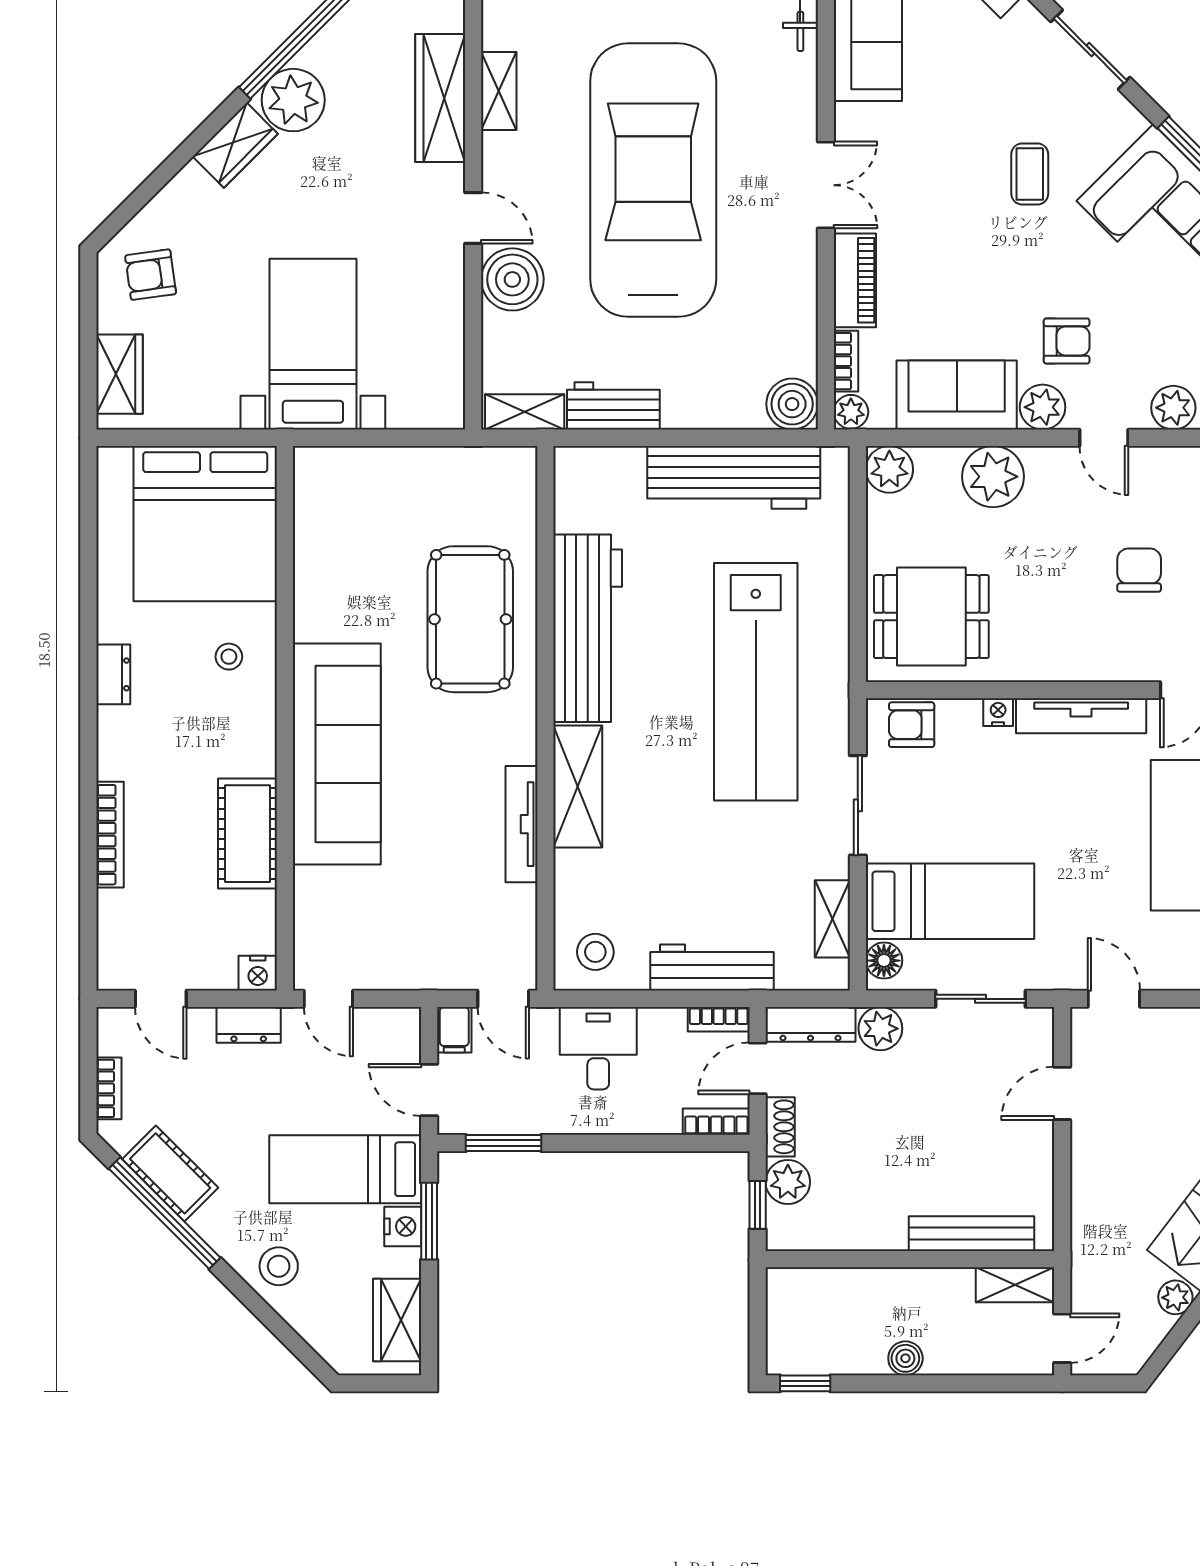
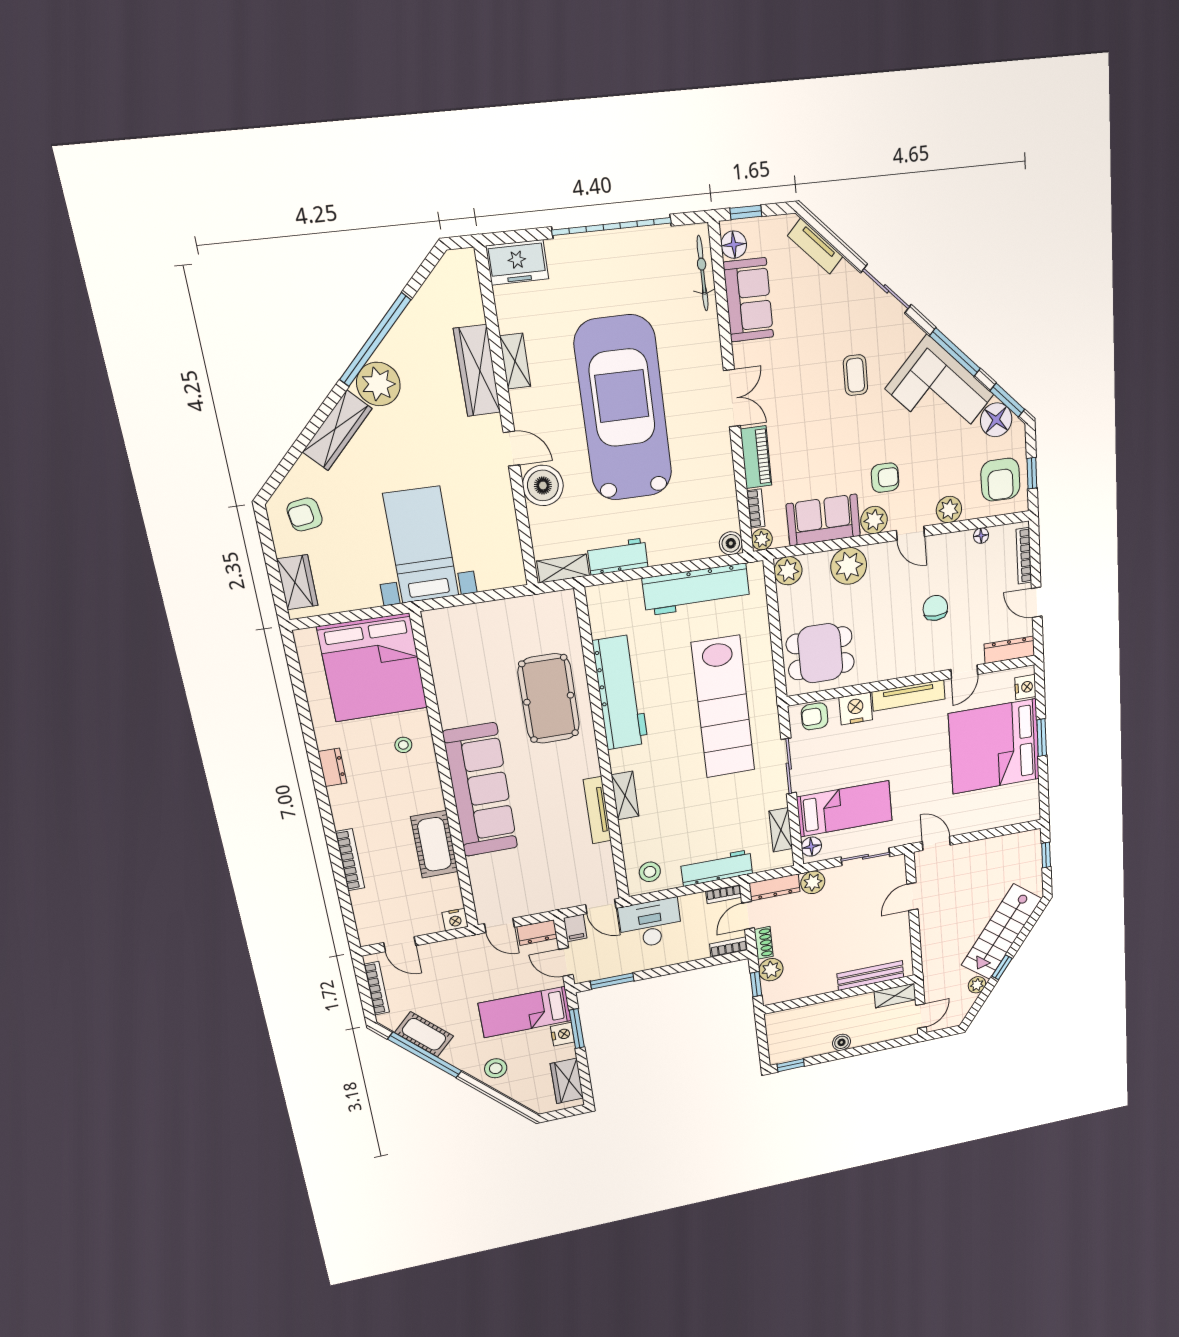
wardrobe: (235, 145) -> (337, 430), width x1.50
boiler: (792, 404) -> (731, 543), width x0.73, depth x0.73
nightstand: (998, 712) -> (856, 709), width x1.89, depth x1.79
shelving: (578, 787) -> (625, 796), width x0.67, depth x0.75
dresser: (249, 1025) -> (537, 933), moved
desk: (598, 1048) -> (650, 924), width x1.37
bookcase: (109, 1088) -> (377, 988), width x1.56

